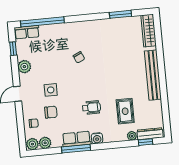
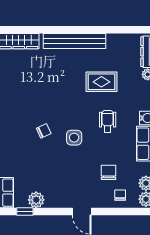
plant: (24, 67) -> (36, 200), moved
side table: (51, 90) -> (74, 138), moved
rug: (125, 111) -> (101, 82), moved

